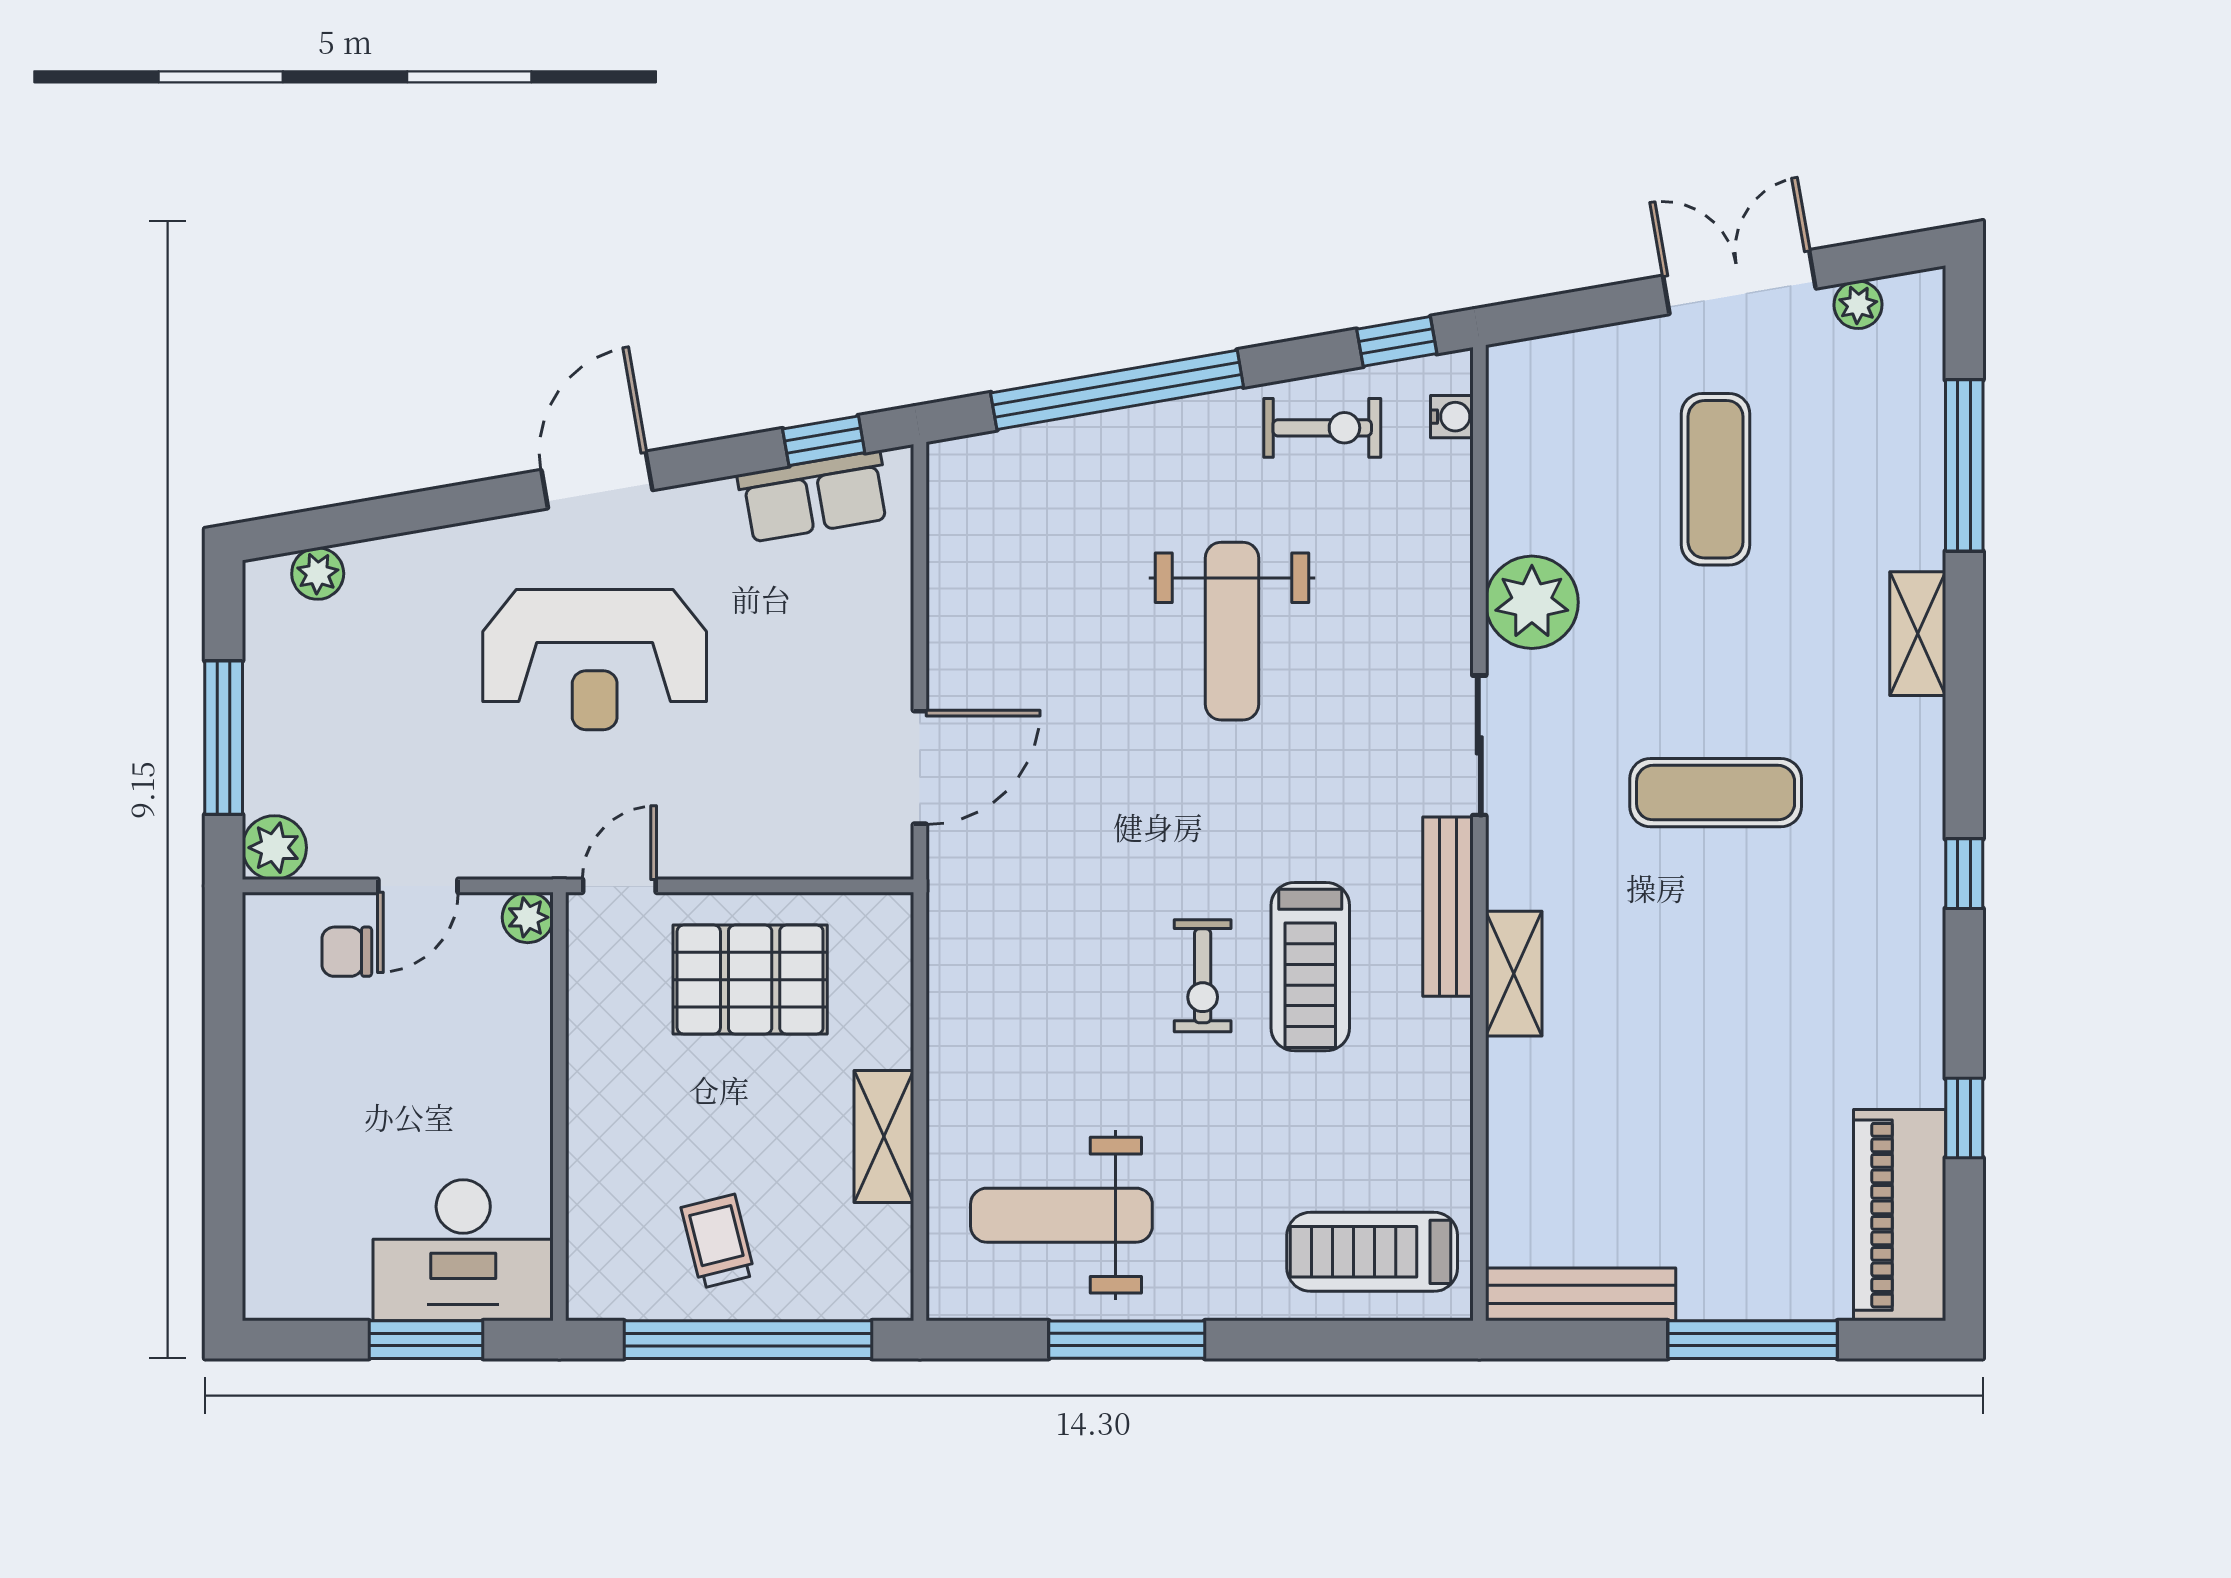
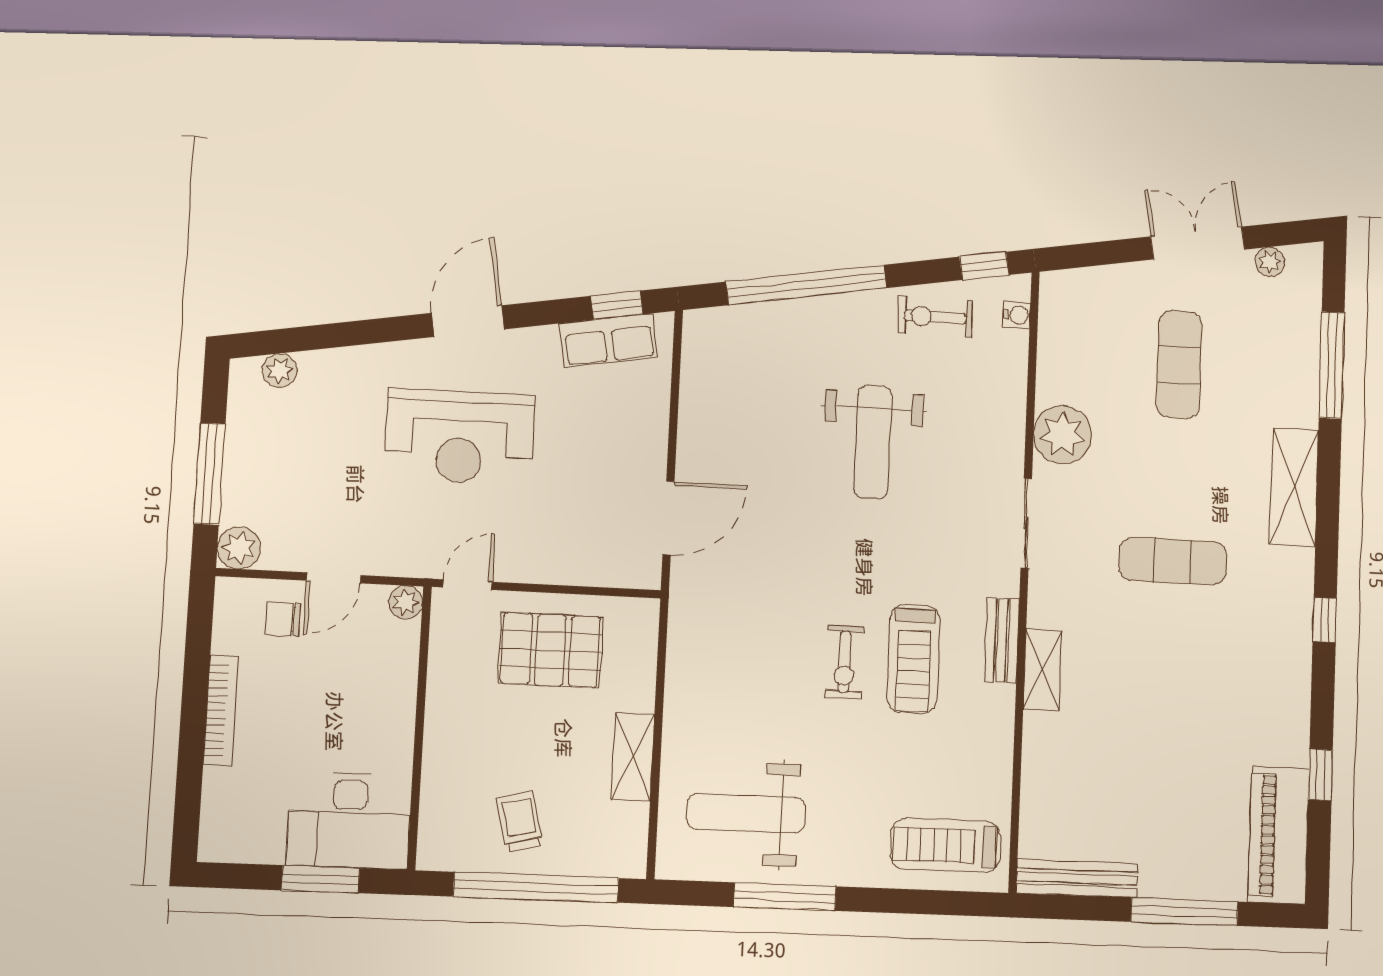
exercise bike: (1322, 428) -> (935, 317), turned 180
shelving: (1918, 634) -> (1294, 487), width x1.50, depth x1.33
bench: (1448, 907) -> (1002, 640), width x0.73
bookcase: (263, 1094) -> (221, 710), added

